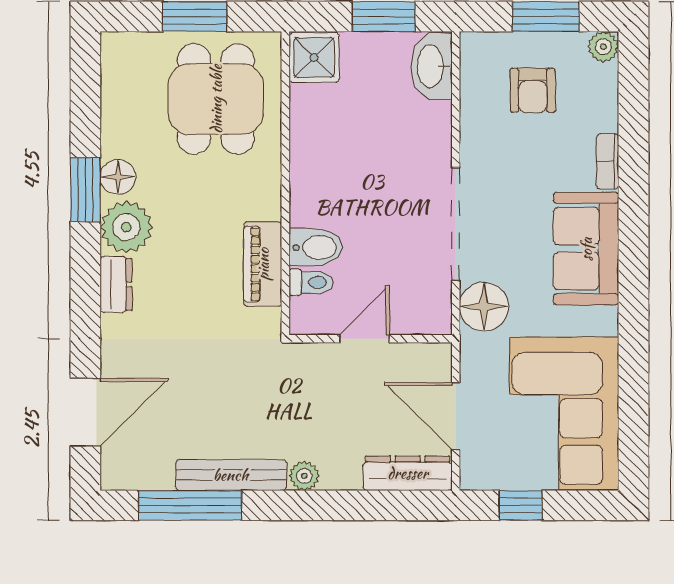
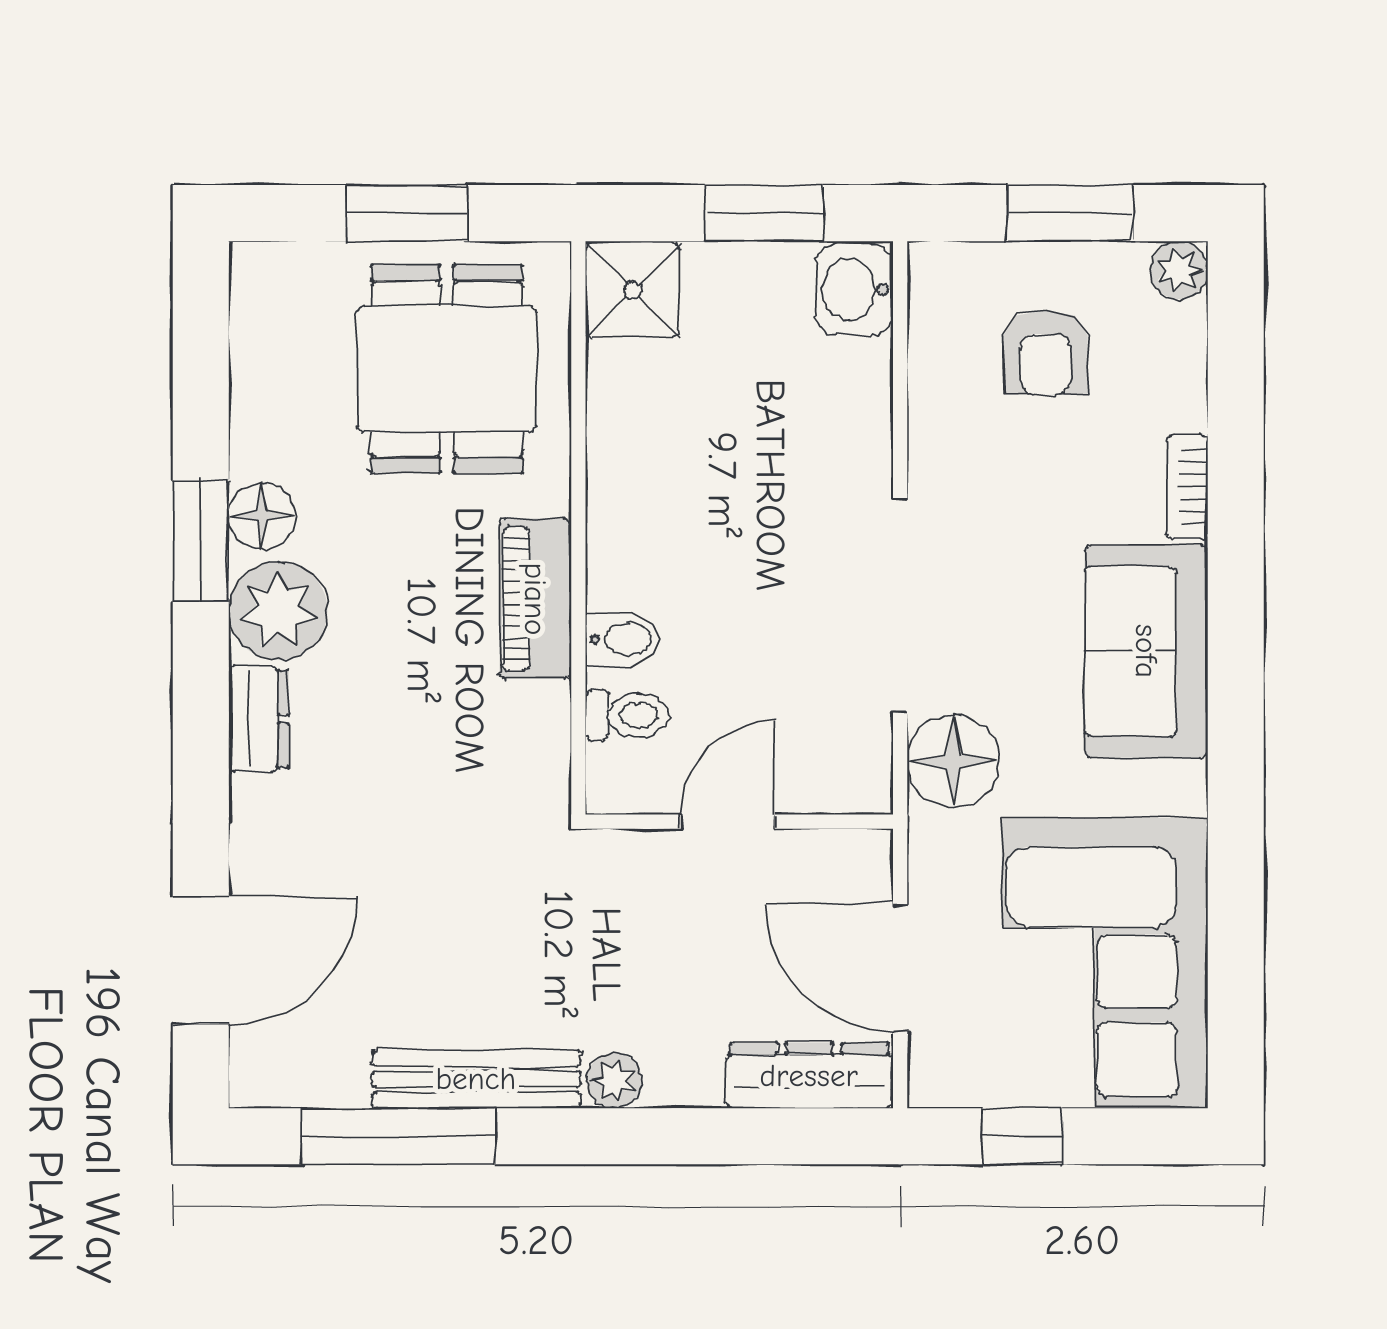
washbasin: (431, 66) -> (854, 289), width x0.72
bidet: (316, 247) -> (623, 639), width x0.72, depth x0.74
piano: (263, 264) -> (535, 599), moved

